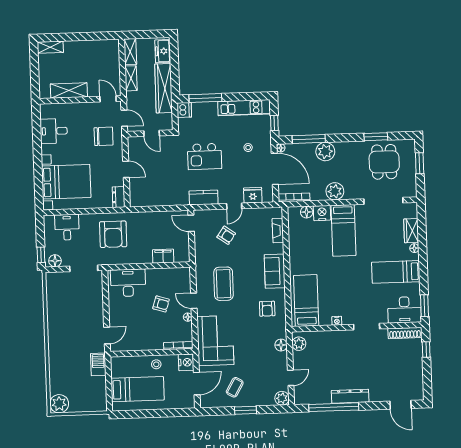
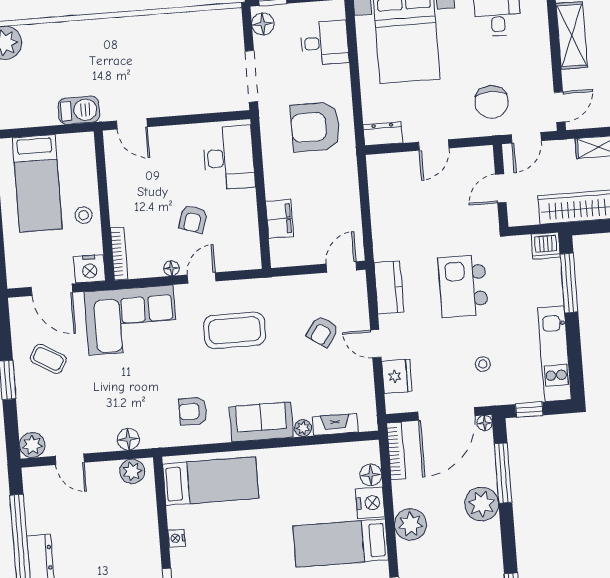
plant: (279, 248) -> (303, 428), added

